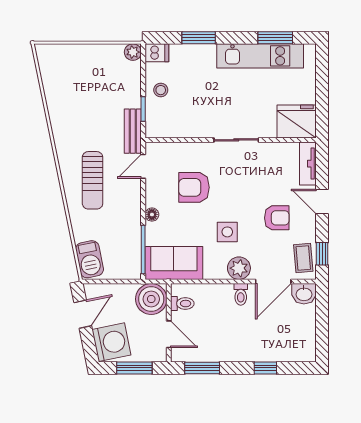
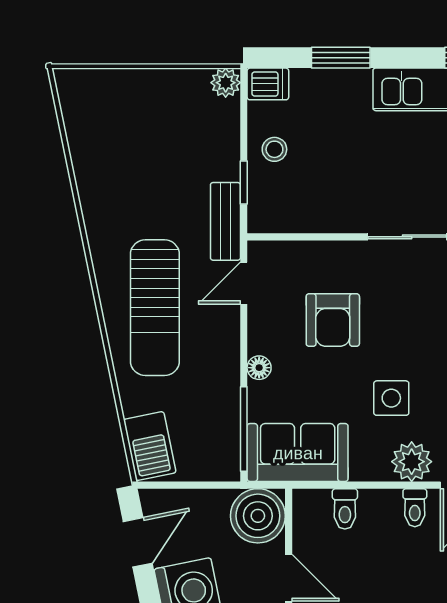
sun lounger: (93, 180) -> (155, 308), width x1.36, depth x1.34
armchair: (194, 187) -> (333, 320), turned -90
toilet: (182, 304) -> (345, 509), moved, turned 90

